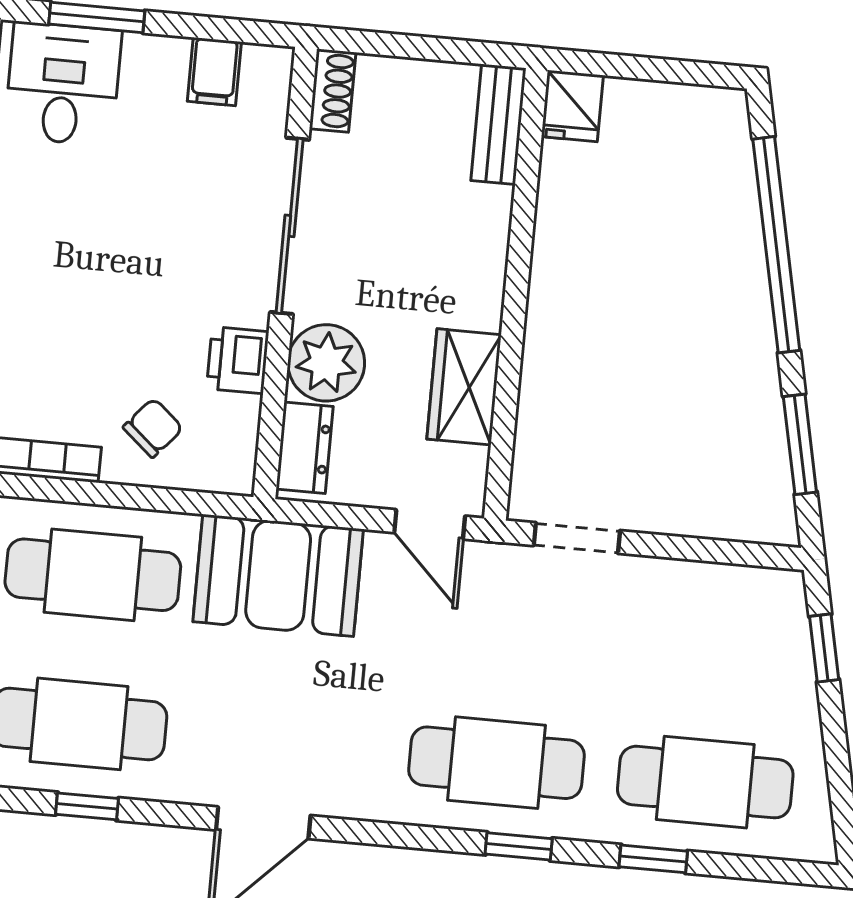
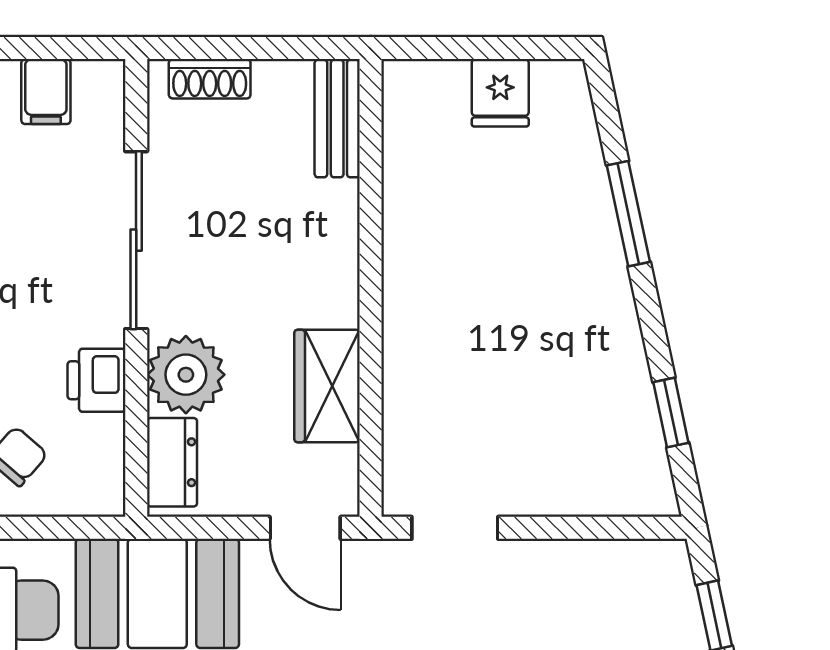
shoe rack: (333, 91) -> (210, 79), moved, turned 90
fridge: (572, 106) -> (500, 93), moved
window: (776, 245) -> (628, 214), width x0.47
window: (800, 444) -> (671, 412), width x0.67

